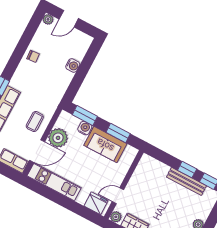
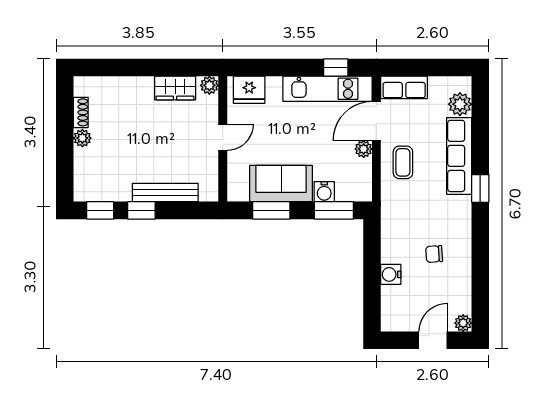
chair: (33, 56) -> (434, 254), moved
plant: (58, 138) -> (364, 149), width x0.53, depth x0.53
bench: (186, 181) -> (165, 192), moved
window: (44, 191) -> (336, 68), added
door: (118, 196) -> (223, 137), moved

